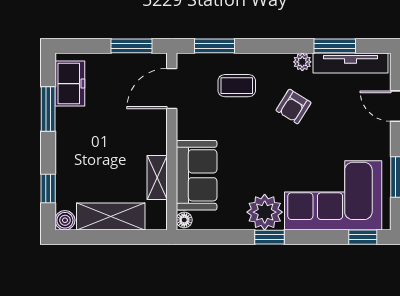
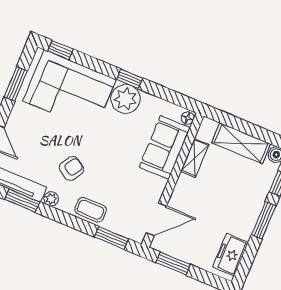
coffee table: (237, 86) -> (91, 210), moved
window: (48, 109) -> (264, 220), moved

